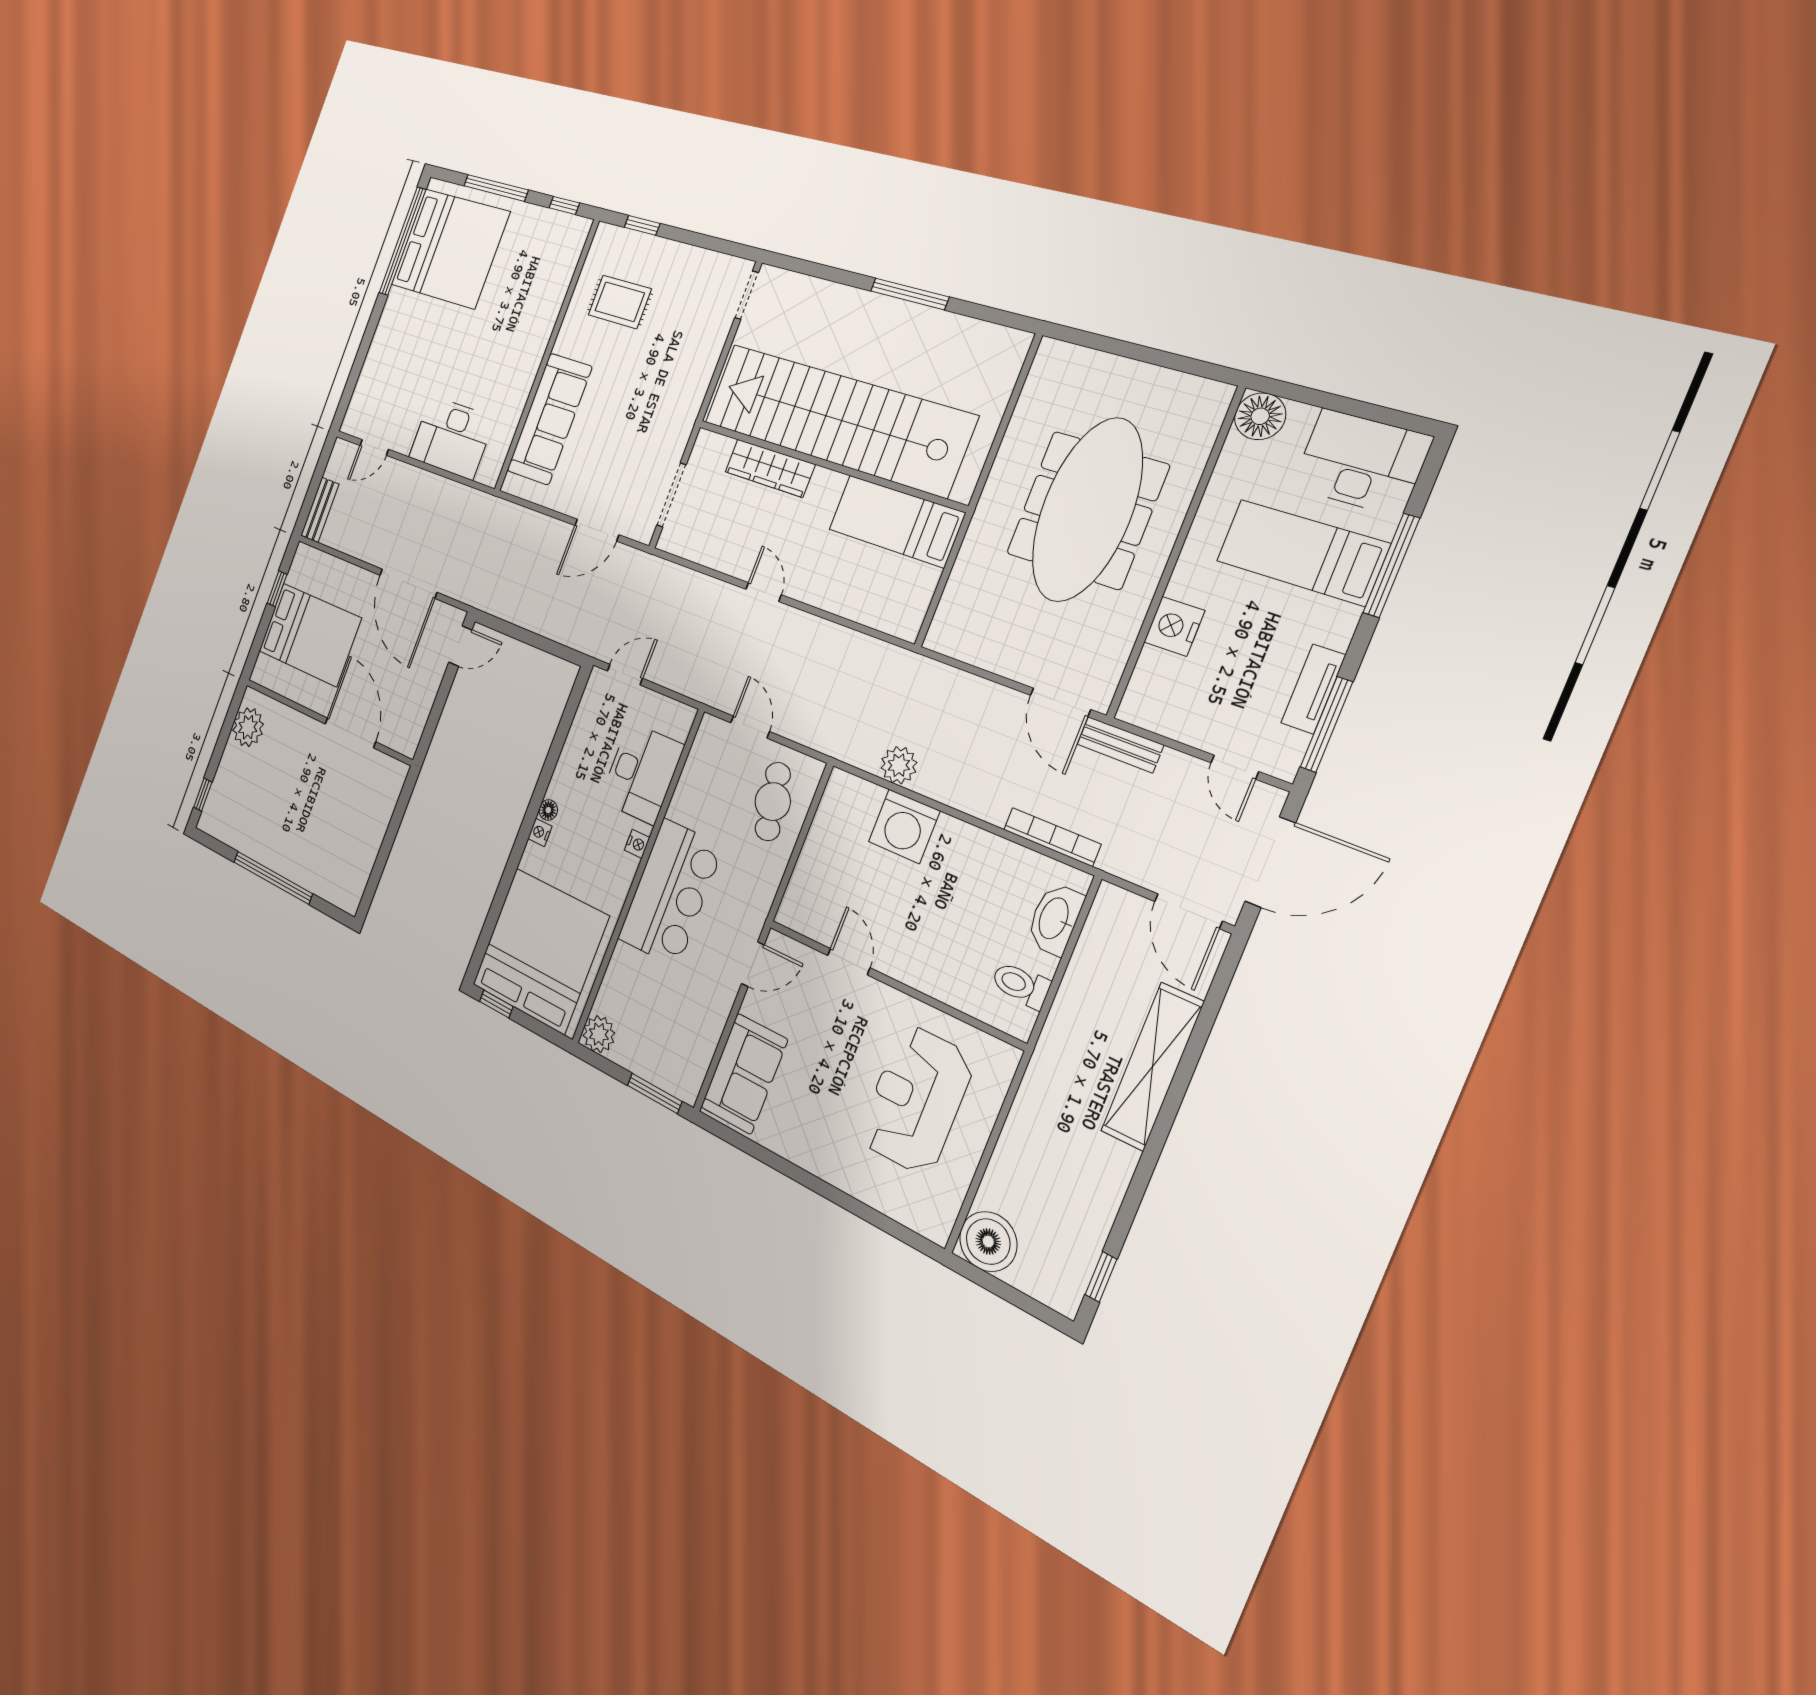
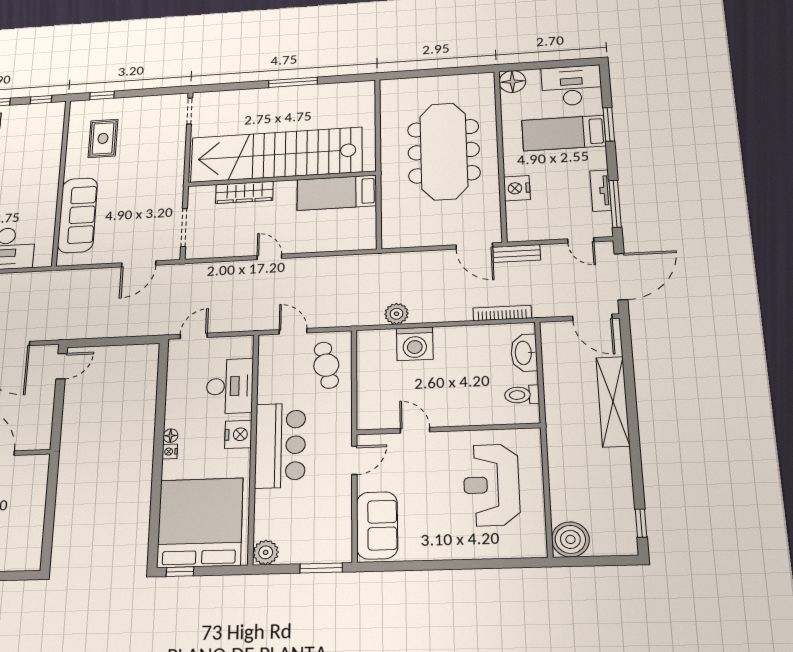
rug: (620, 302) -> (103, 138), turned 90
window: (1391, 566) -> (609, 124), width x0.69
nightstand: (637, 844) -> (238, 434), width x1.89, depth x1.79

